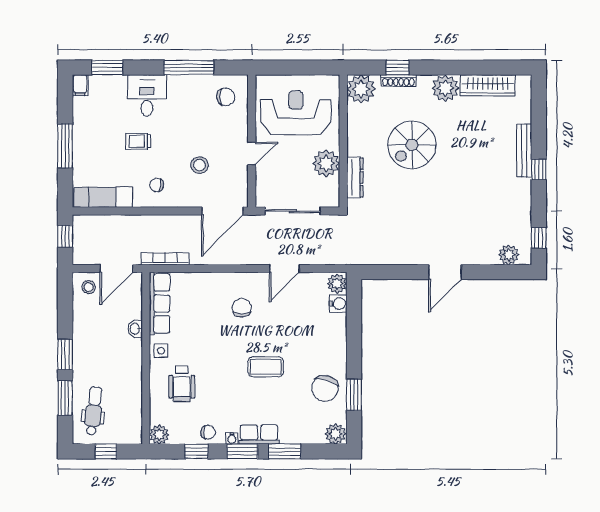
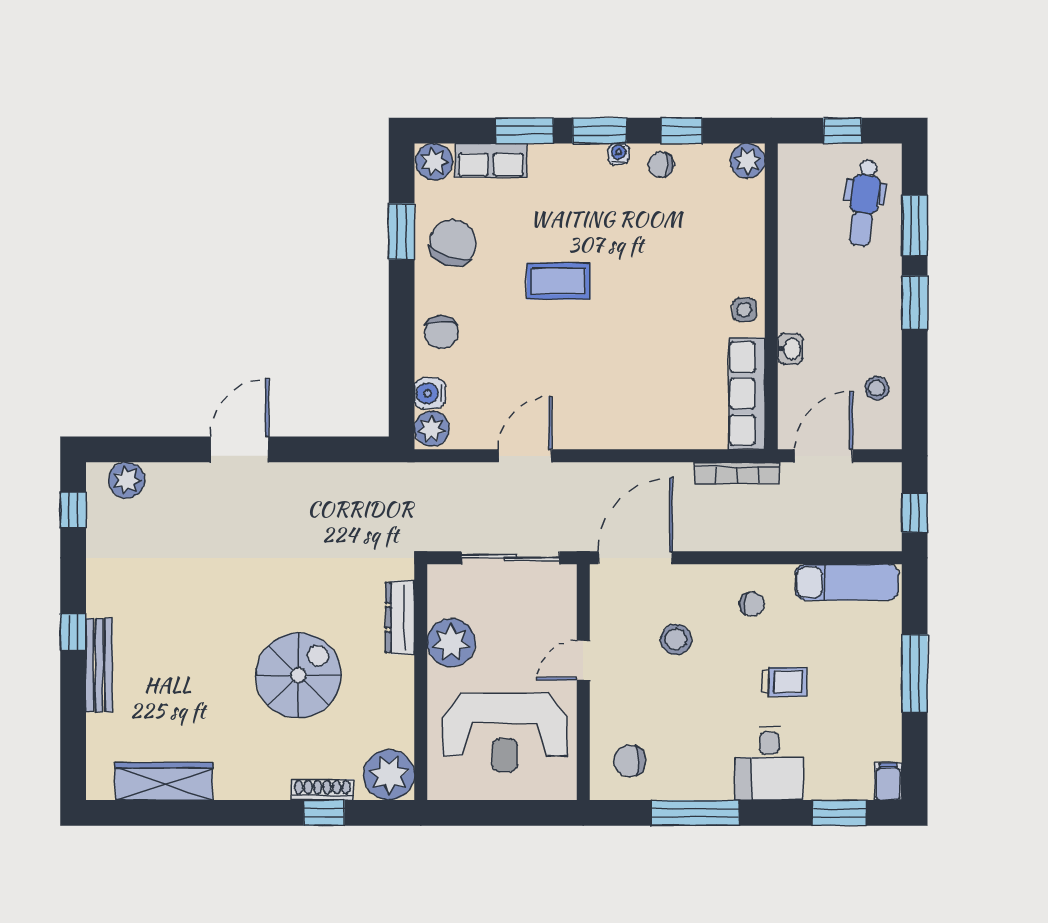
plant: (445, 88) -> (239, 776), removed
stool: (89, 287) -> (877, 388), moved
chair: (242, 308) -> (441, 332), moved
wheelchair: (182, 384) -> (707, 251), removed
row of seats: (259, 435) -> (491, 161), moved

